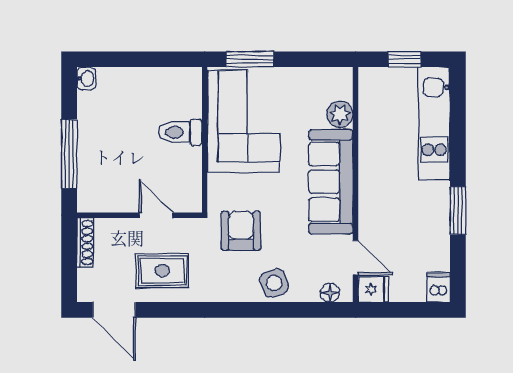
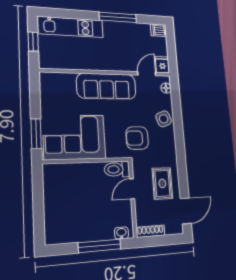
washbasin: (86, 78) -> (121, 233), moved
plant: (340, 114) -> (68, 80), removed
toilet: (181, 132) -> (117, 169), moved, turned 90
window: (458, 211) -> (118, 17), width x1.44

